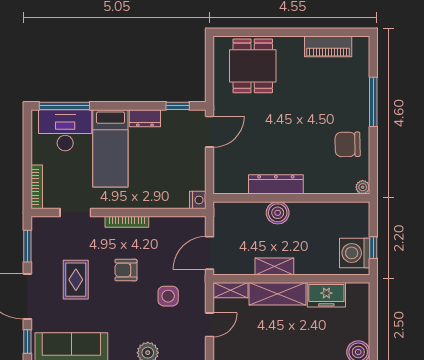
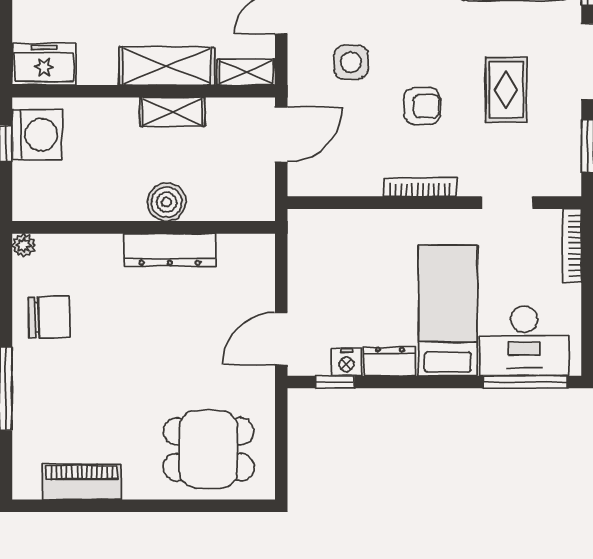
dining table: (253, 66) -> (209, 449), turned 90
nightstand: (198, 200) -> (346, 362), moved, turned -90
freezer: (326, 295) -> (44, 64), moved

